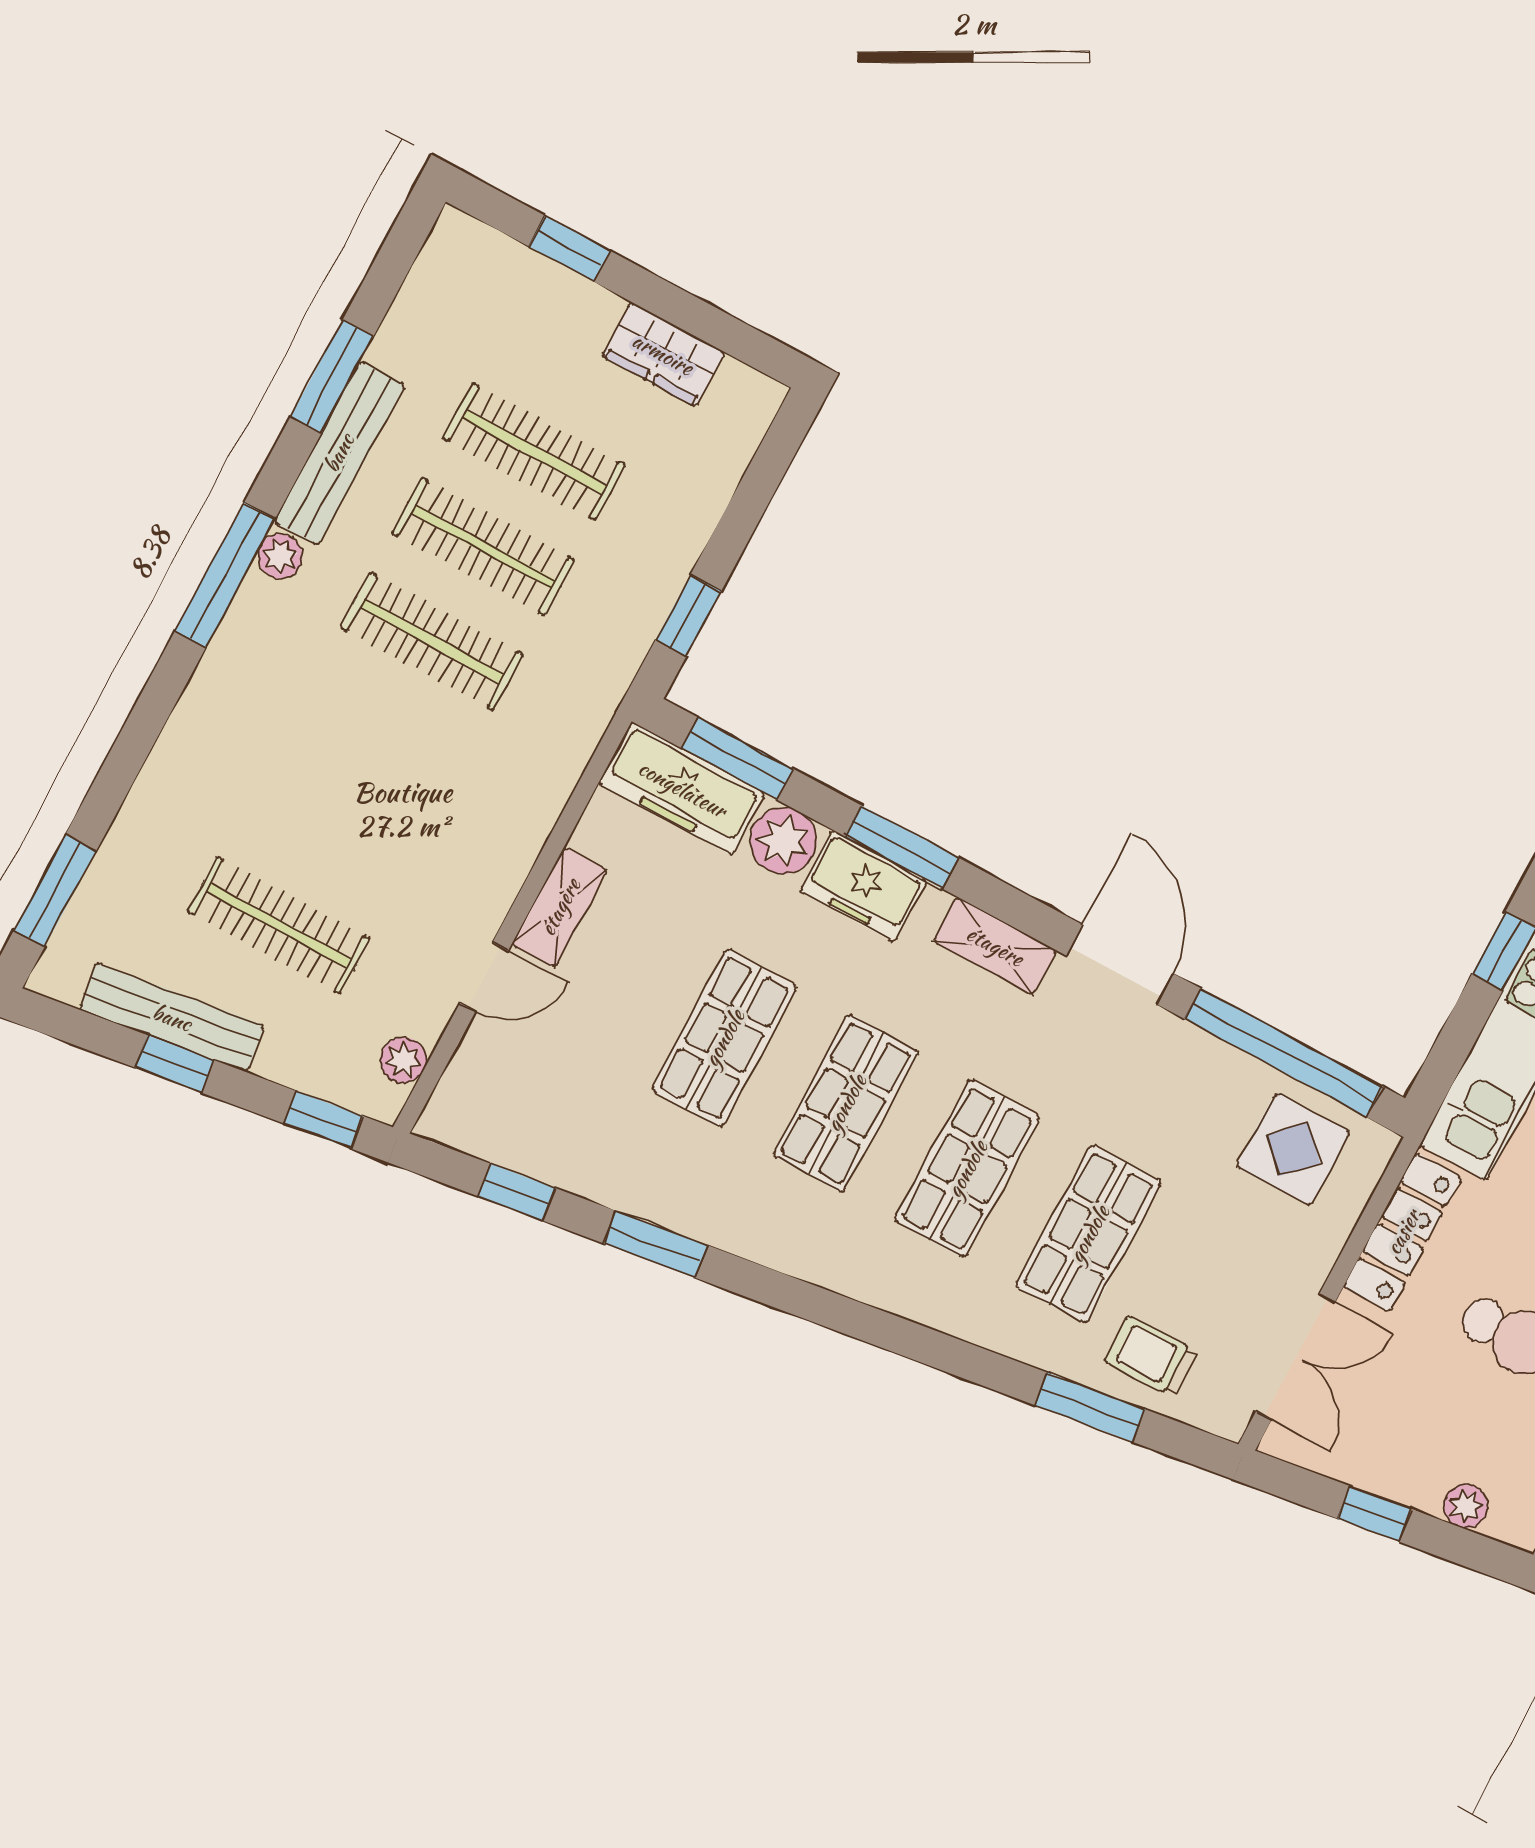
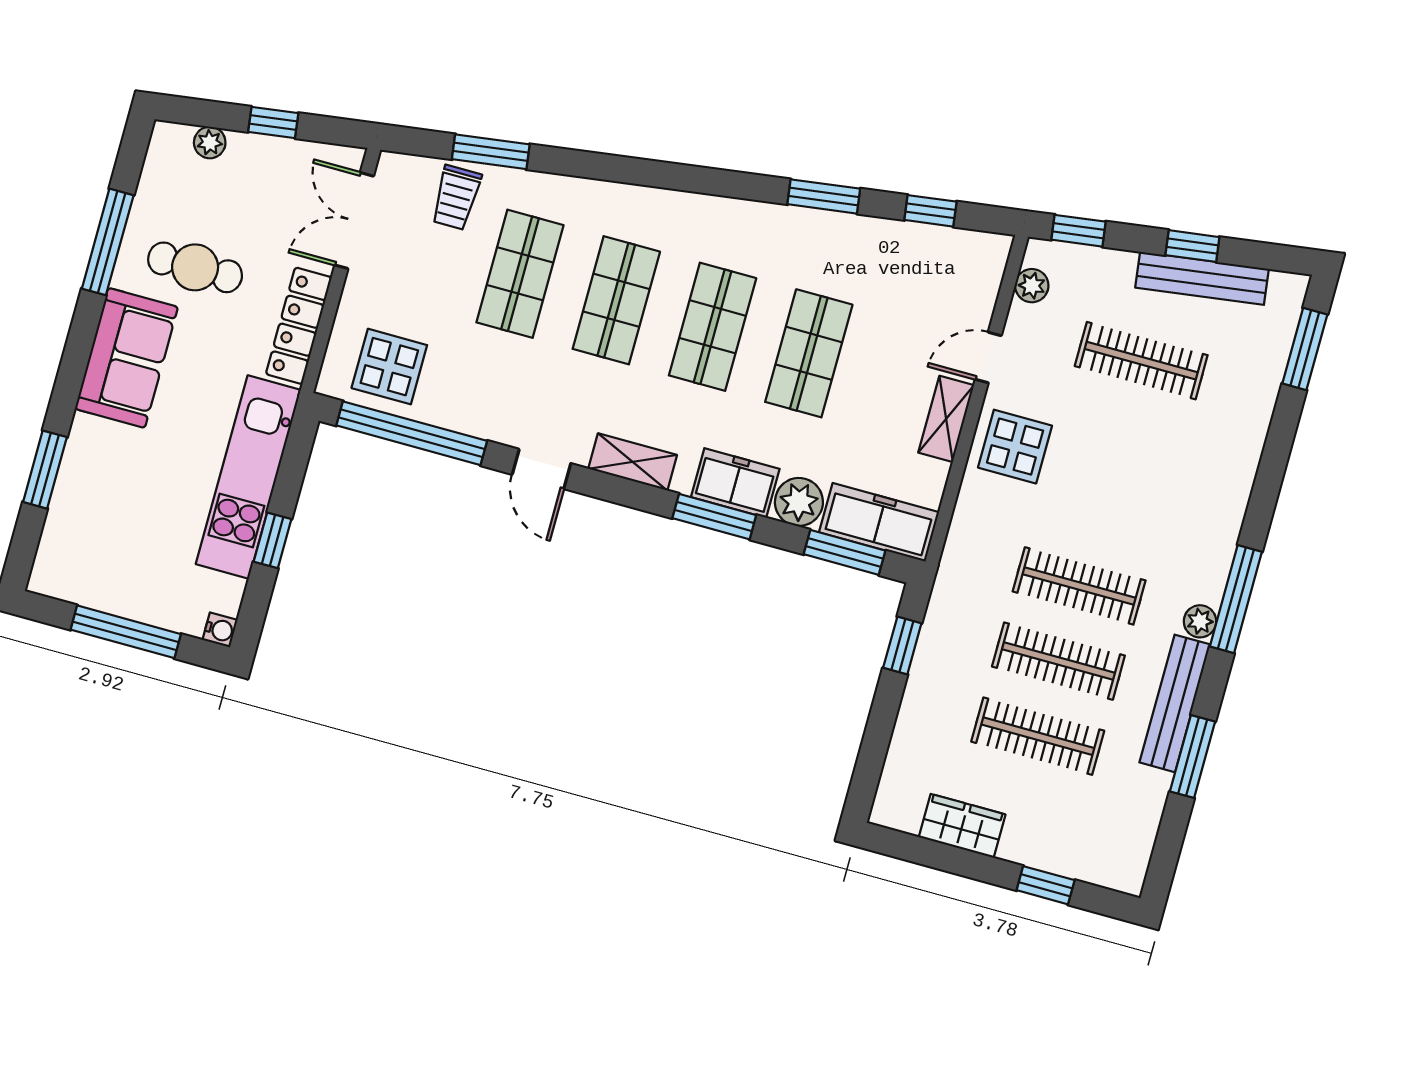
display table: (475, 849) -> (1015, 447), added
door: (1120, 965) -> (541, 469), width x0.73
trolley: (1151, 1356) -> (456, 198), turned 91

